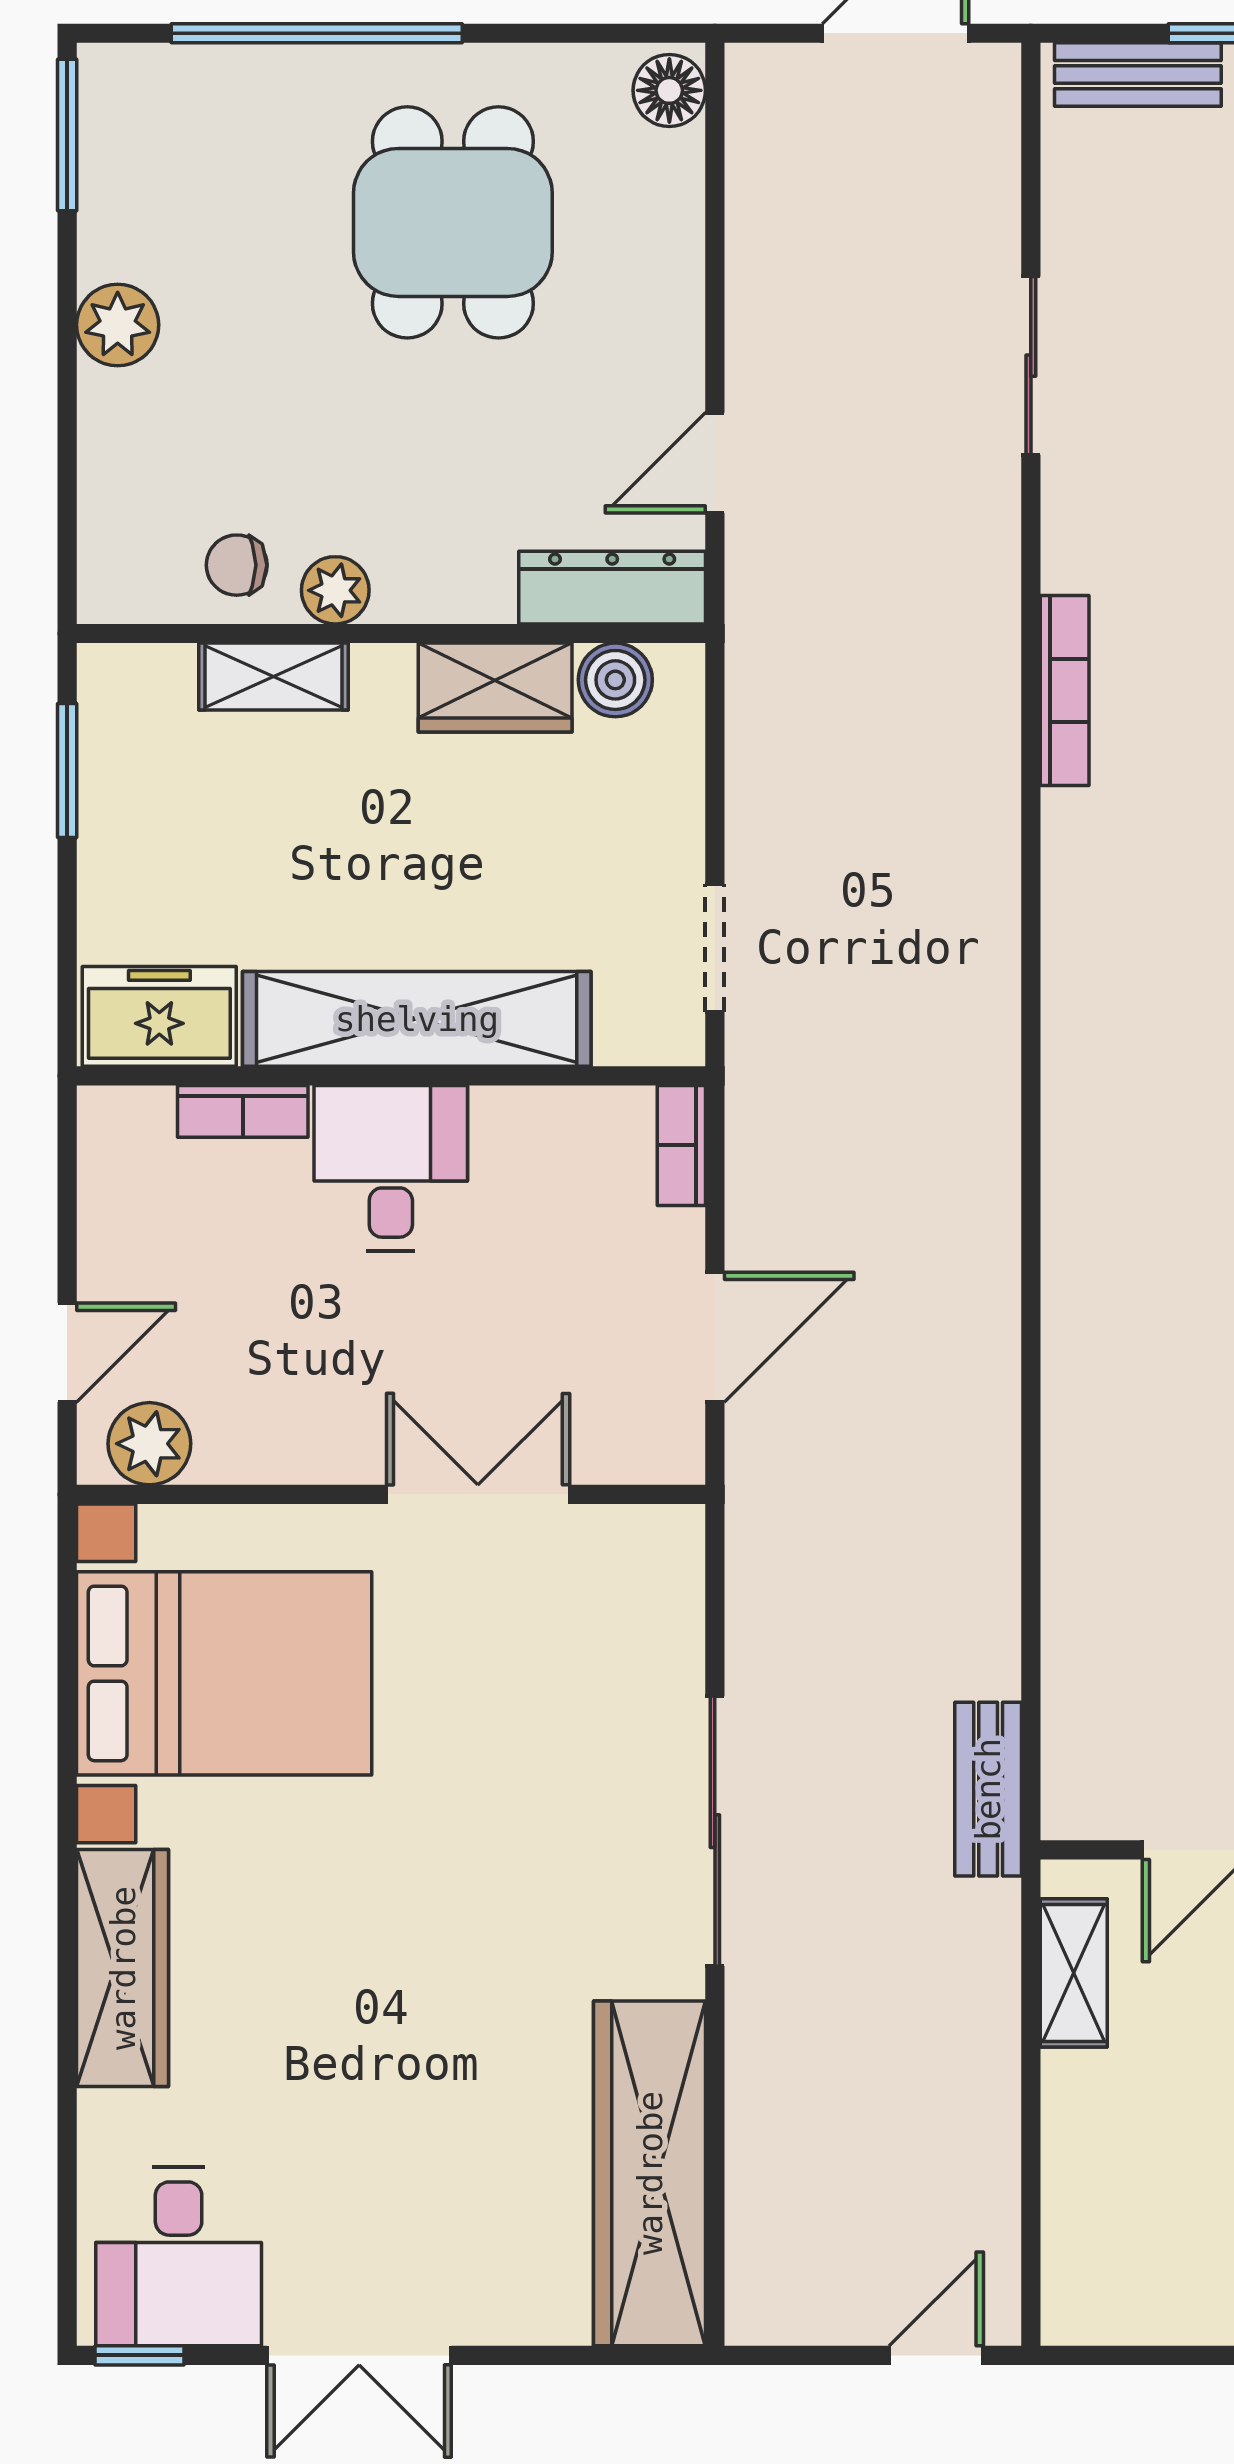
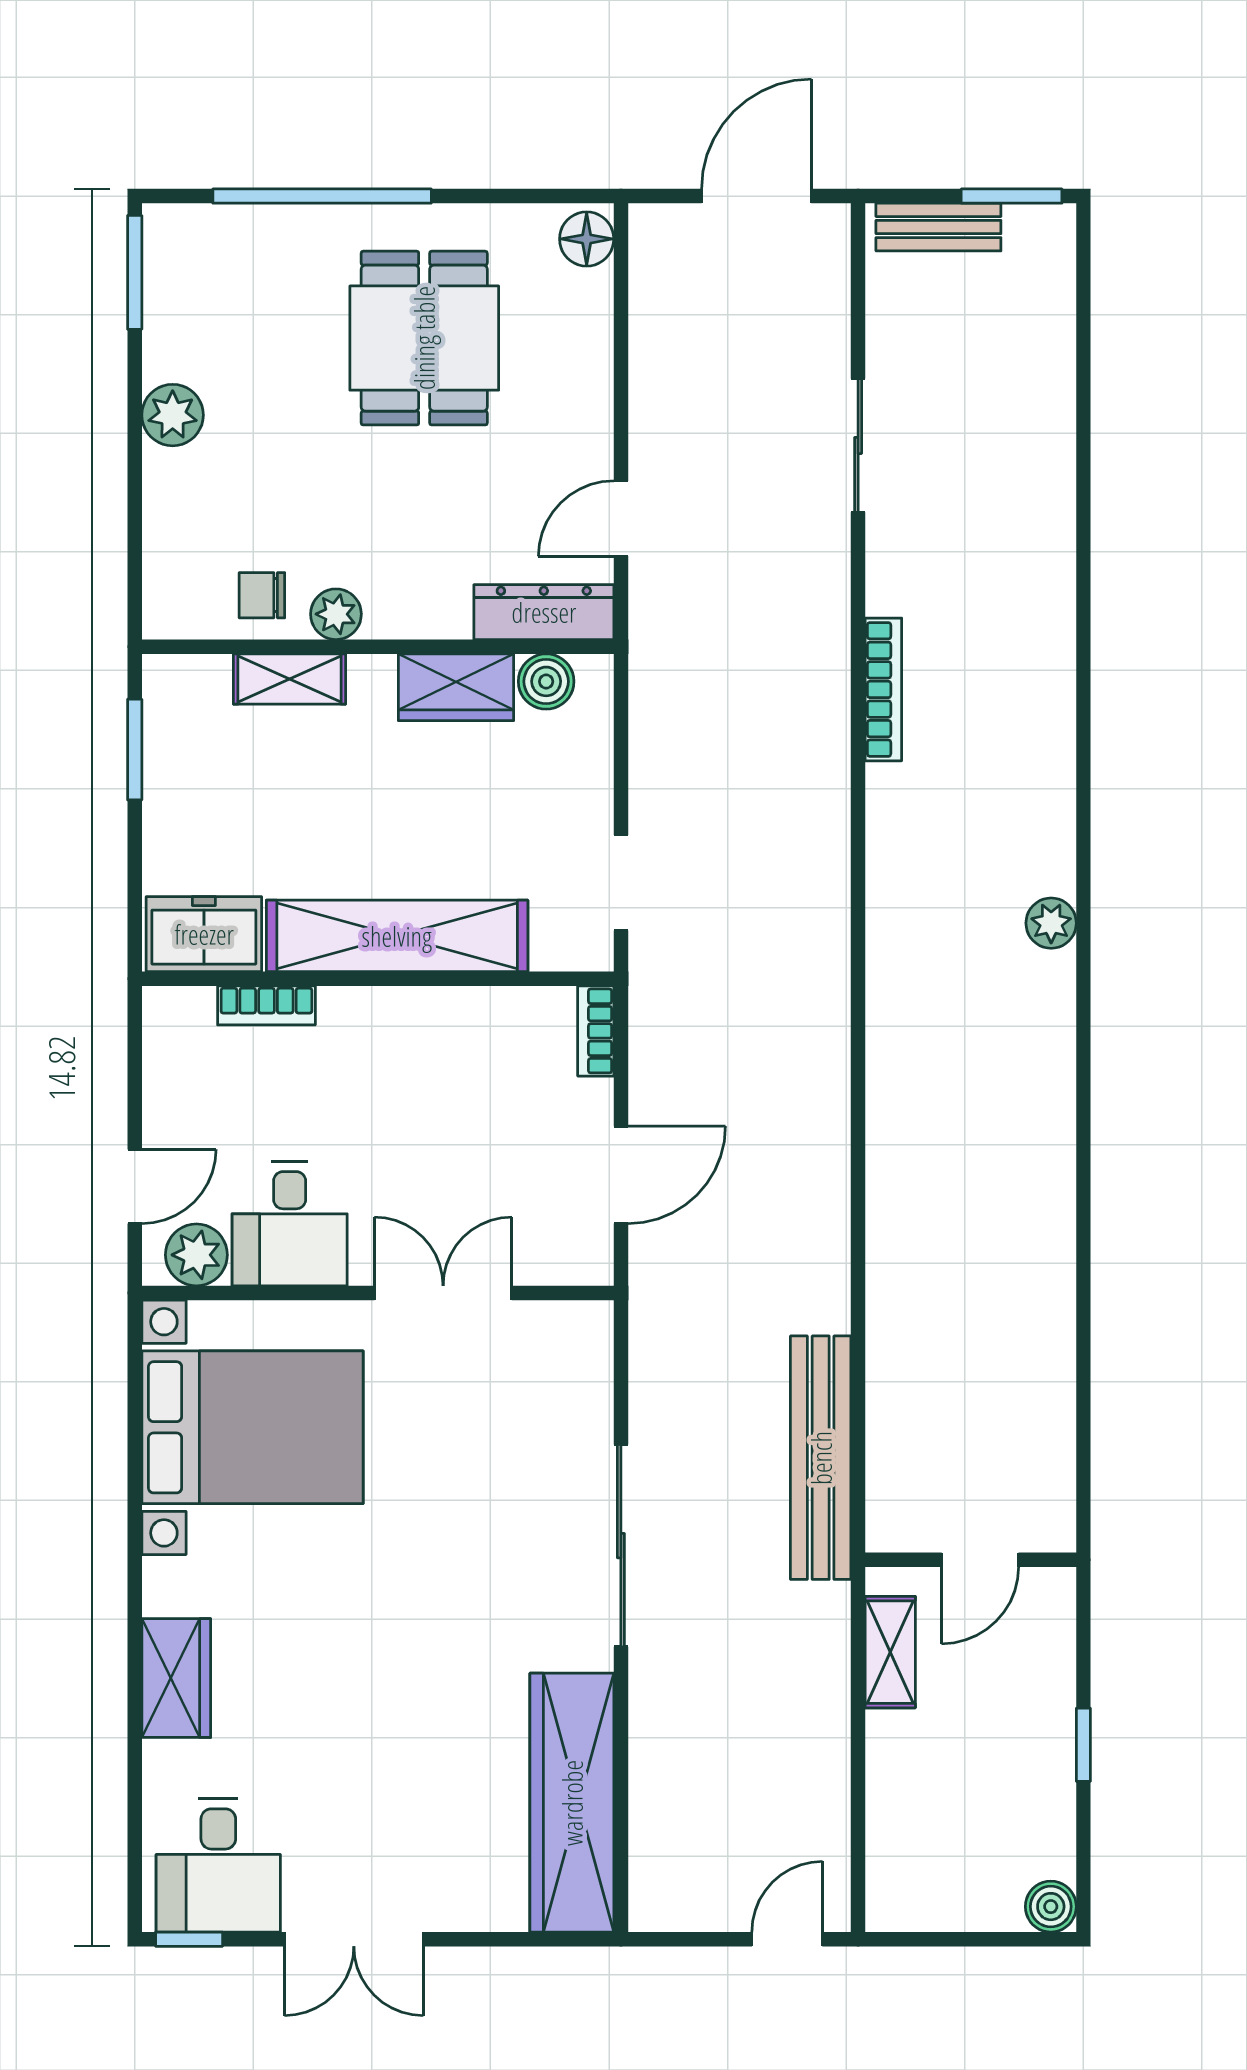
desk: (391, 1168) -> (290, 1224), moved, turned 180
bench: (988, 1789) -> (821, 1458), width x1.86, depth x1.21
wardrobe: (123, 1968) -> (176, 1678), width x0.67

